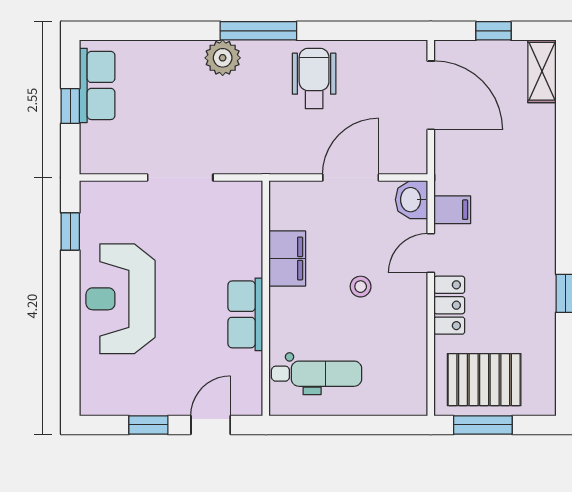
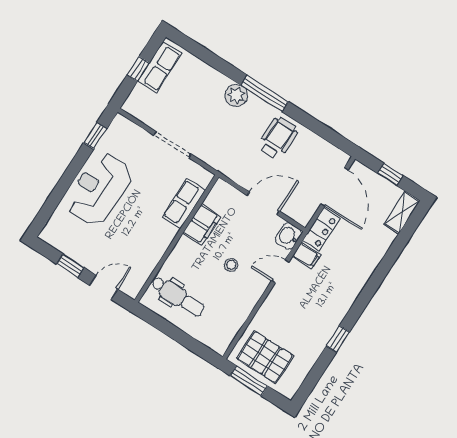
locker: (449, 305) -> (321, 229), moved
row of seats: (245, 314) -> (184, 203), moved

